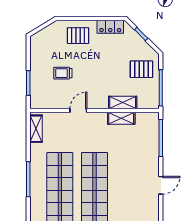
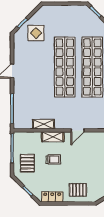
pallet: (141, 69) -> (27, 163), turned 90
trolley: (63, 73) -> (53, 159), moved
shelving: (123, 103) -> (53, 137), moved

